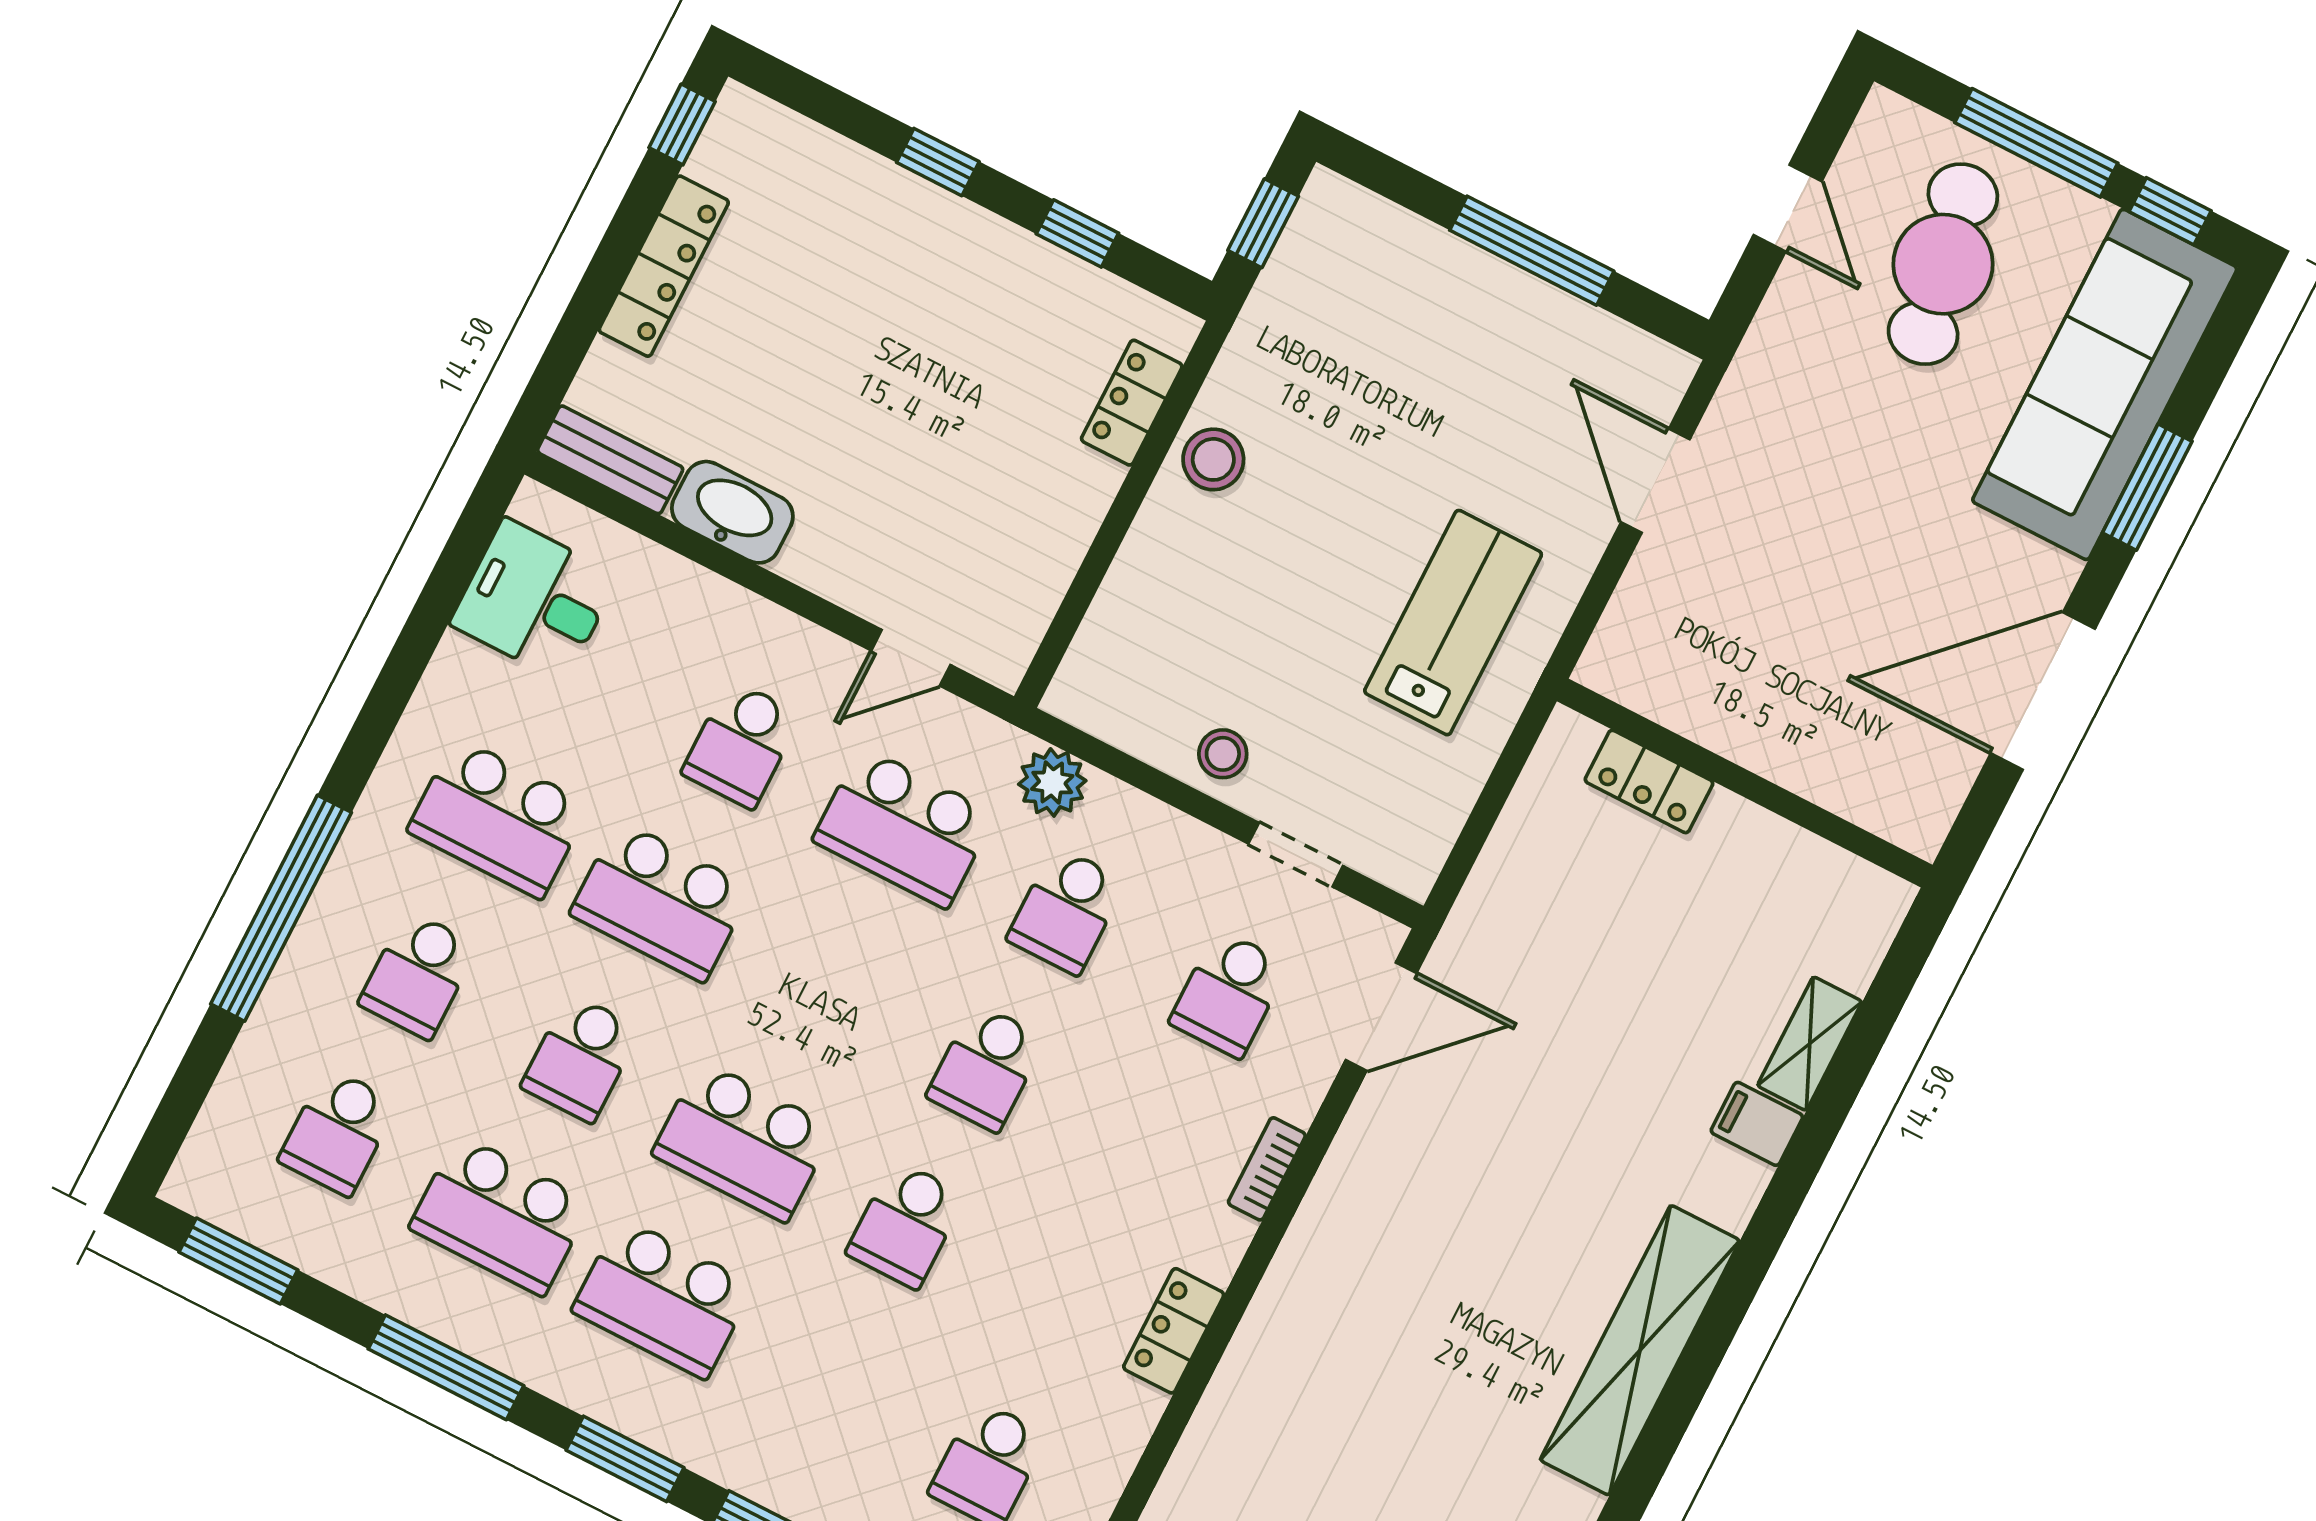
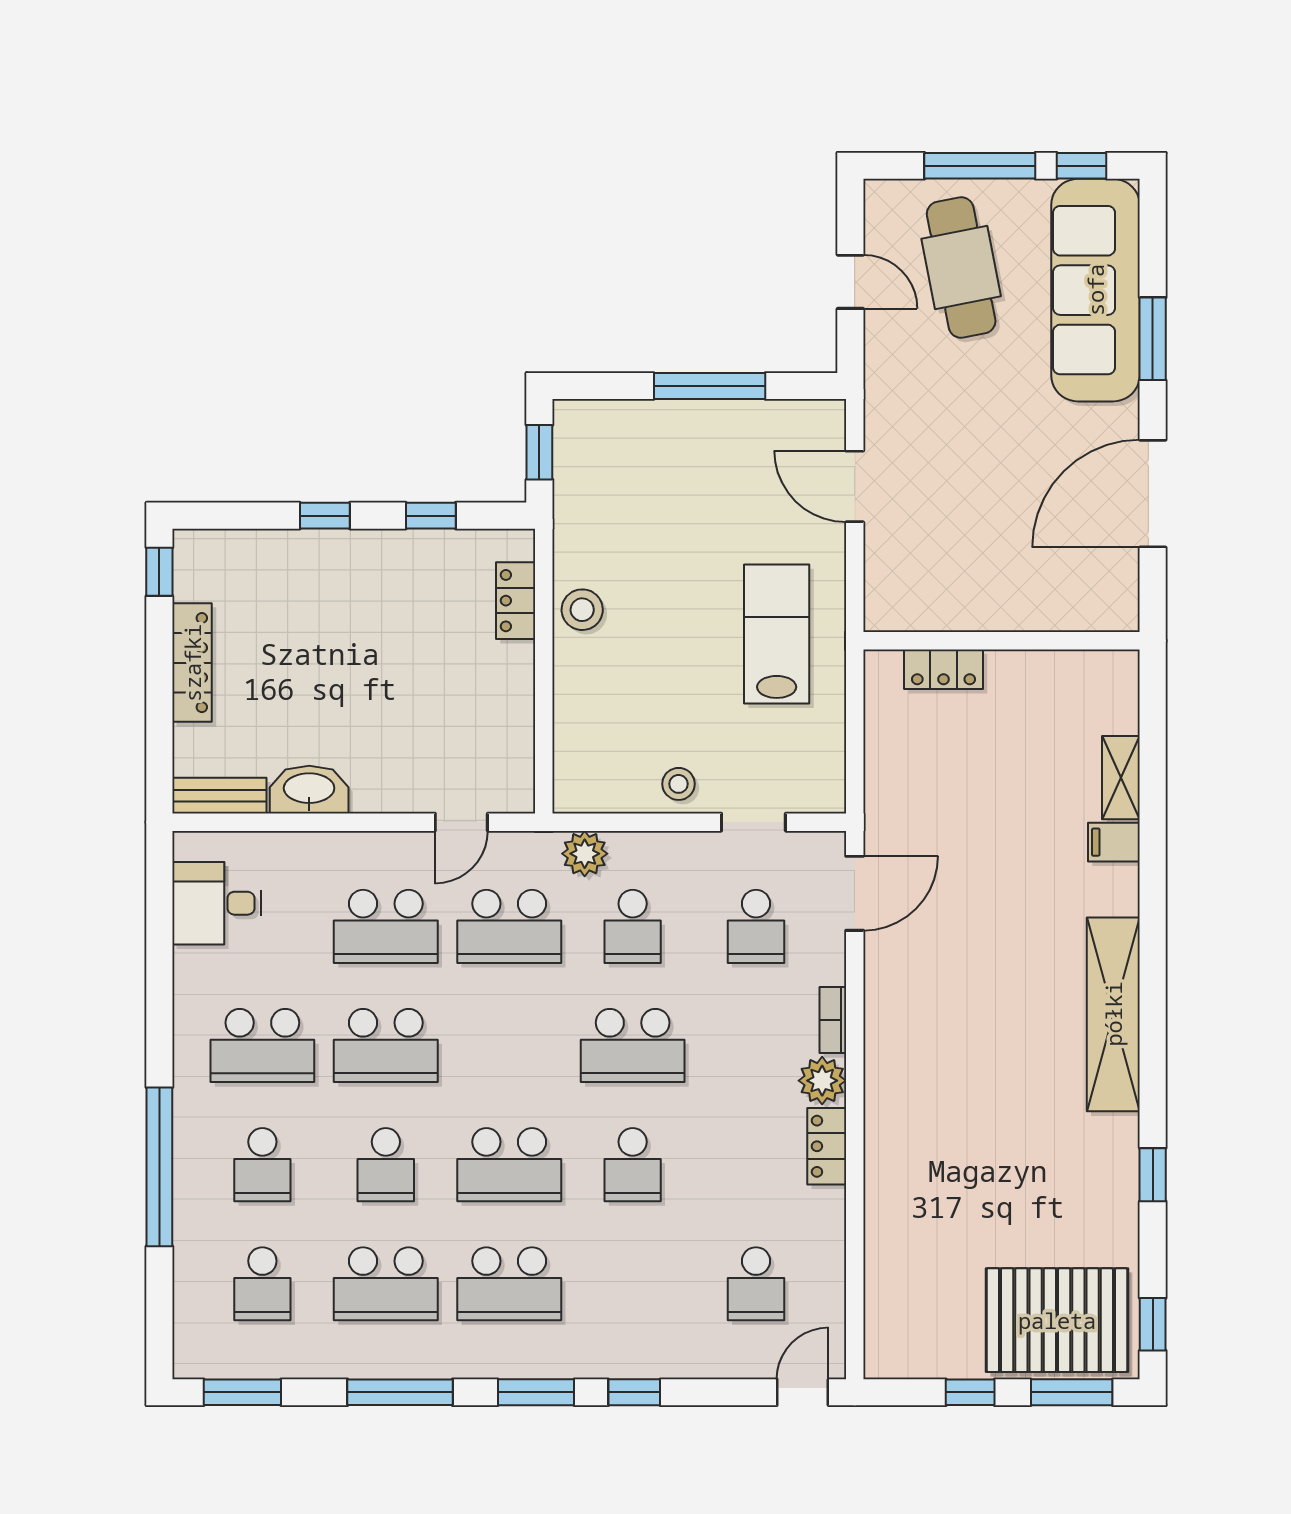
school desk: (741, 744) -> (386, 926), width x1.85
school desk: (986, 1067) -> (633, 1046), width x1.85
plant: (1212, 1241) -> (822, 1081), added

